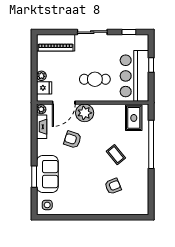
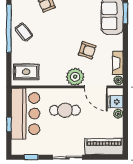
door: (64, 103) -> (96, 87), swing flipped
rug: (134, 118) -> (26, 72), turned 90
window: (151, 144) -> (9, 28), moved
coffee table: (116, 155) -> (24, 32), moved

